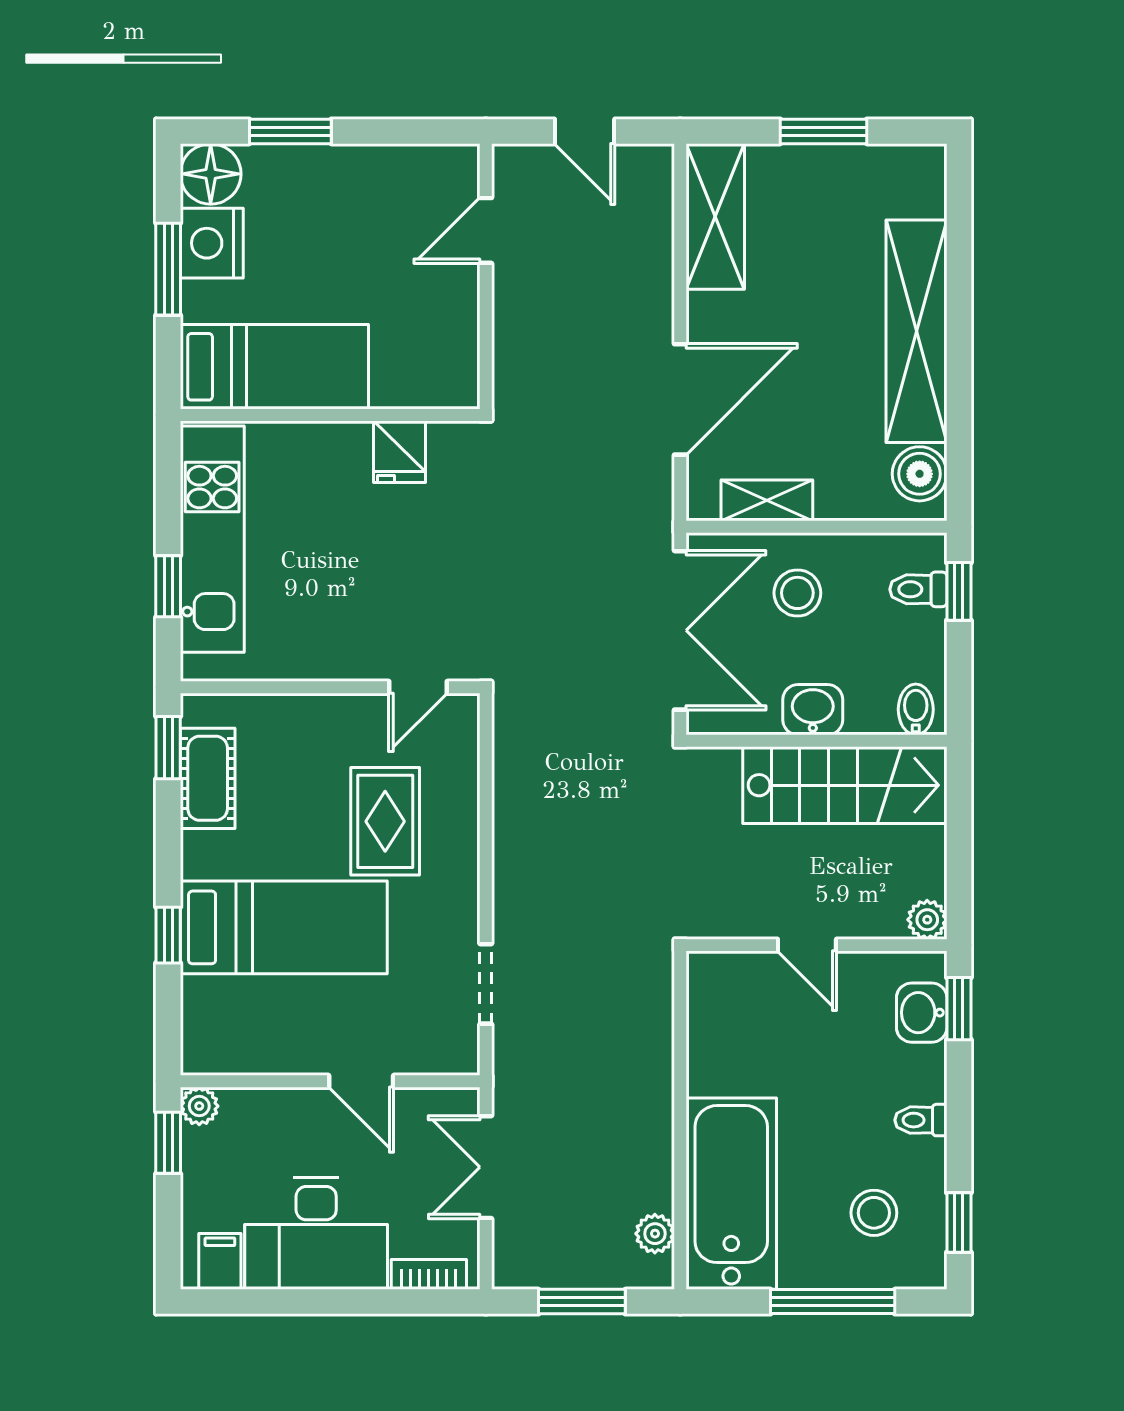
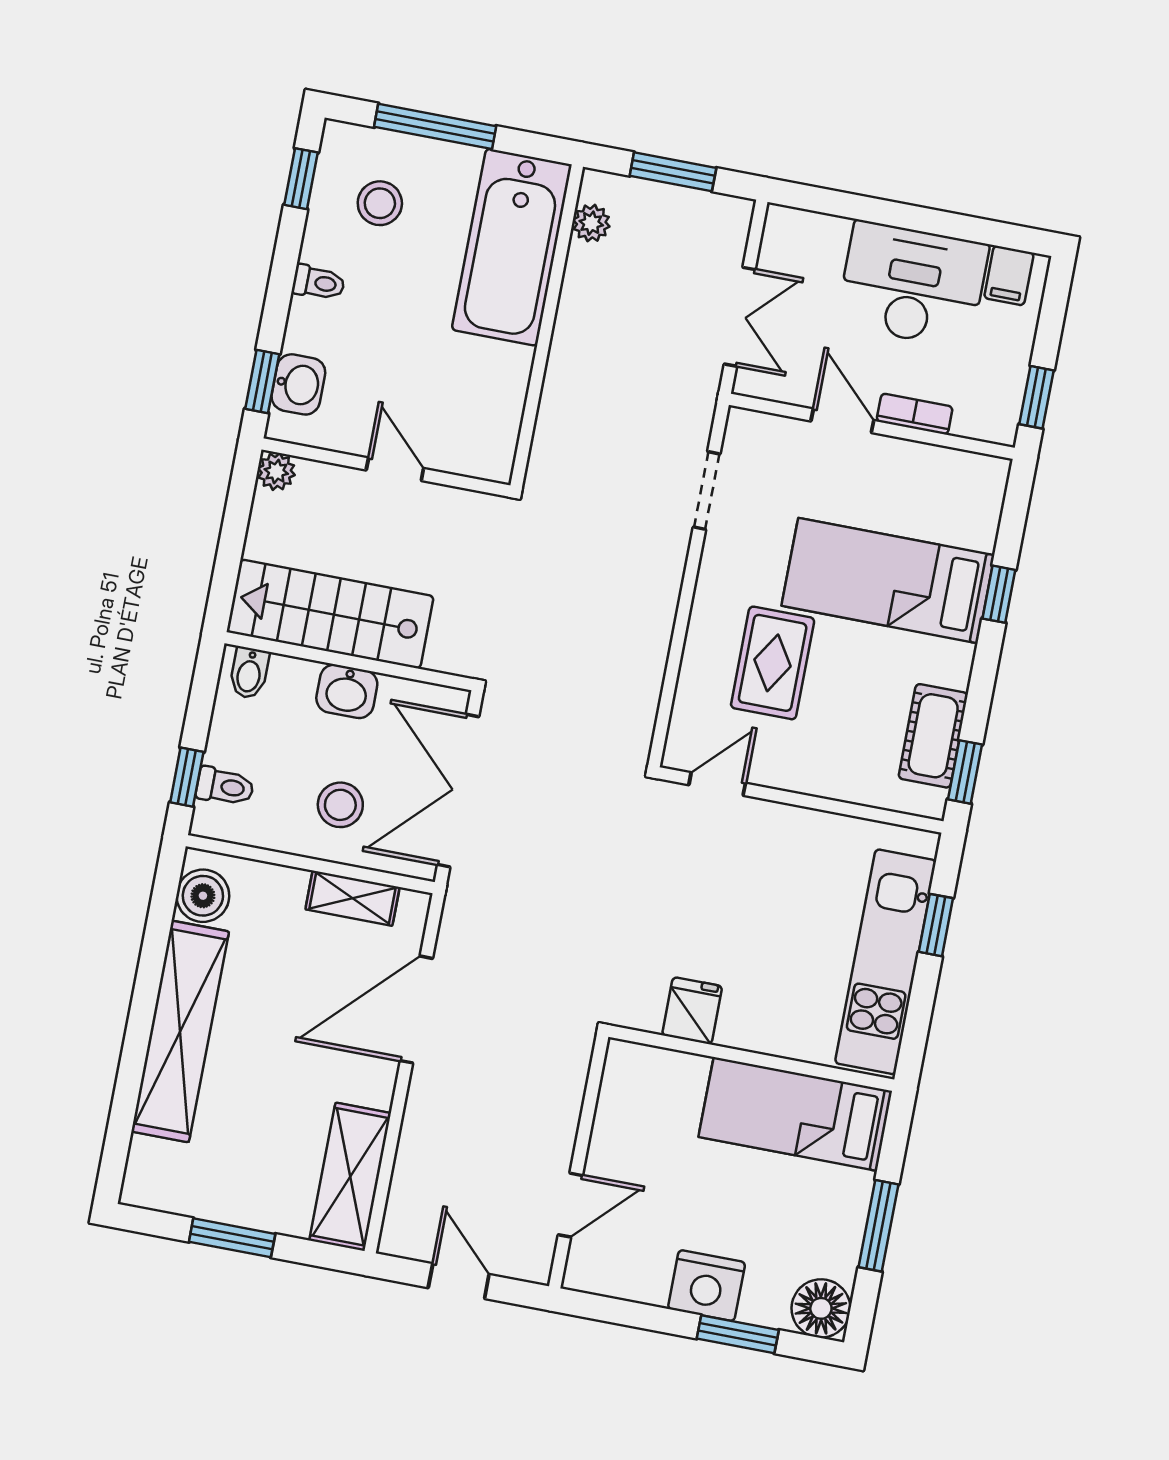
nightstand: (212, 243) -> (707, 1286), moved, turned 90
plant: (199, 1106) -> (1000, 427), removed
bookcase: (429, 1274) -> (915, 414), moved, turned 180

